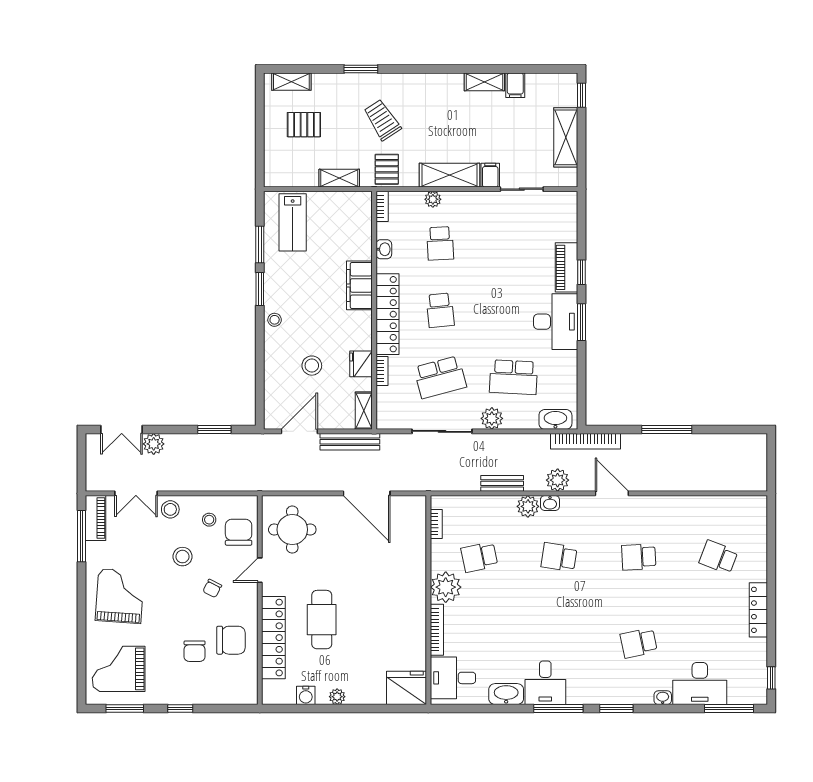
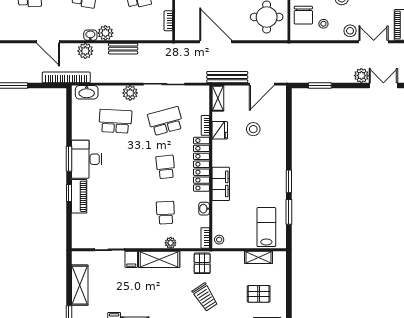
shelving: (339, 178) -> (259, 257), moved
stool: (275, 320) -> (219, 240), moved

